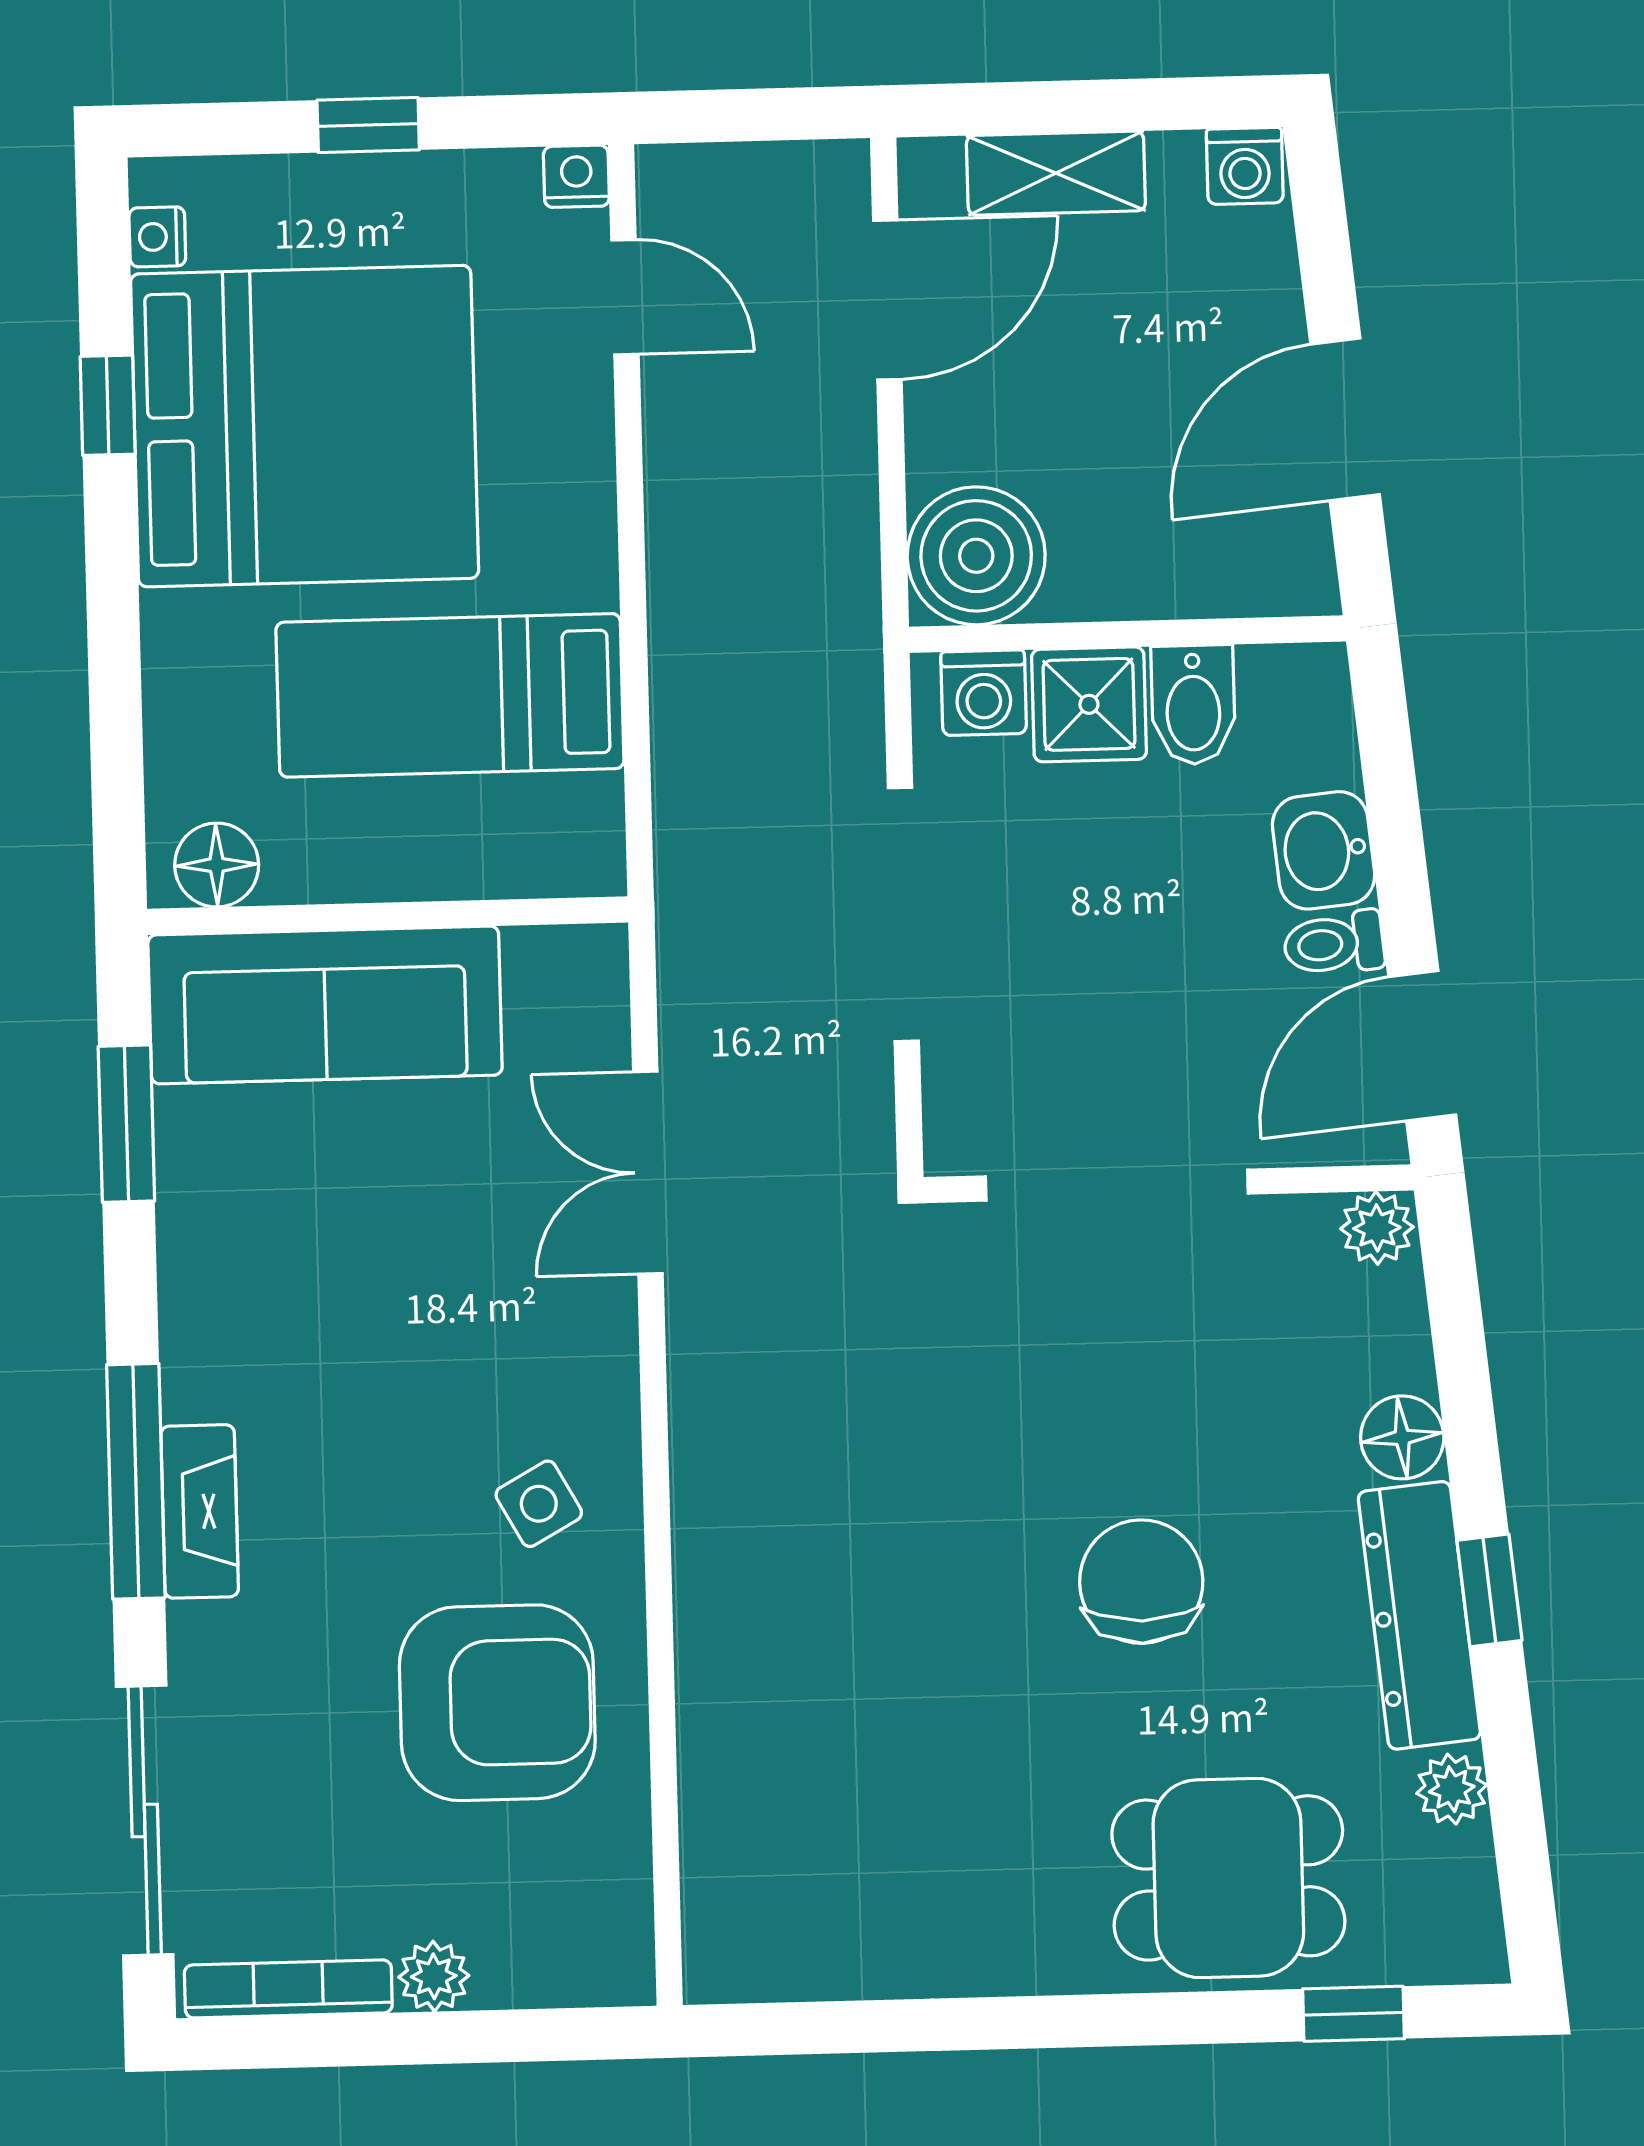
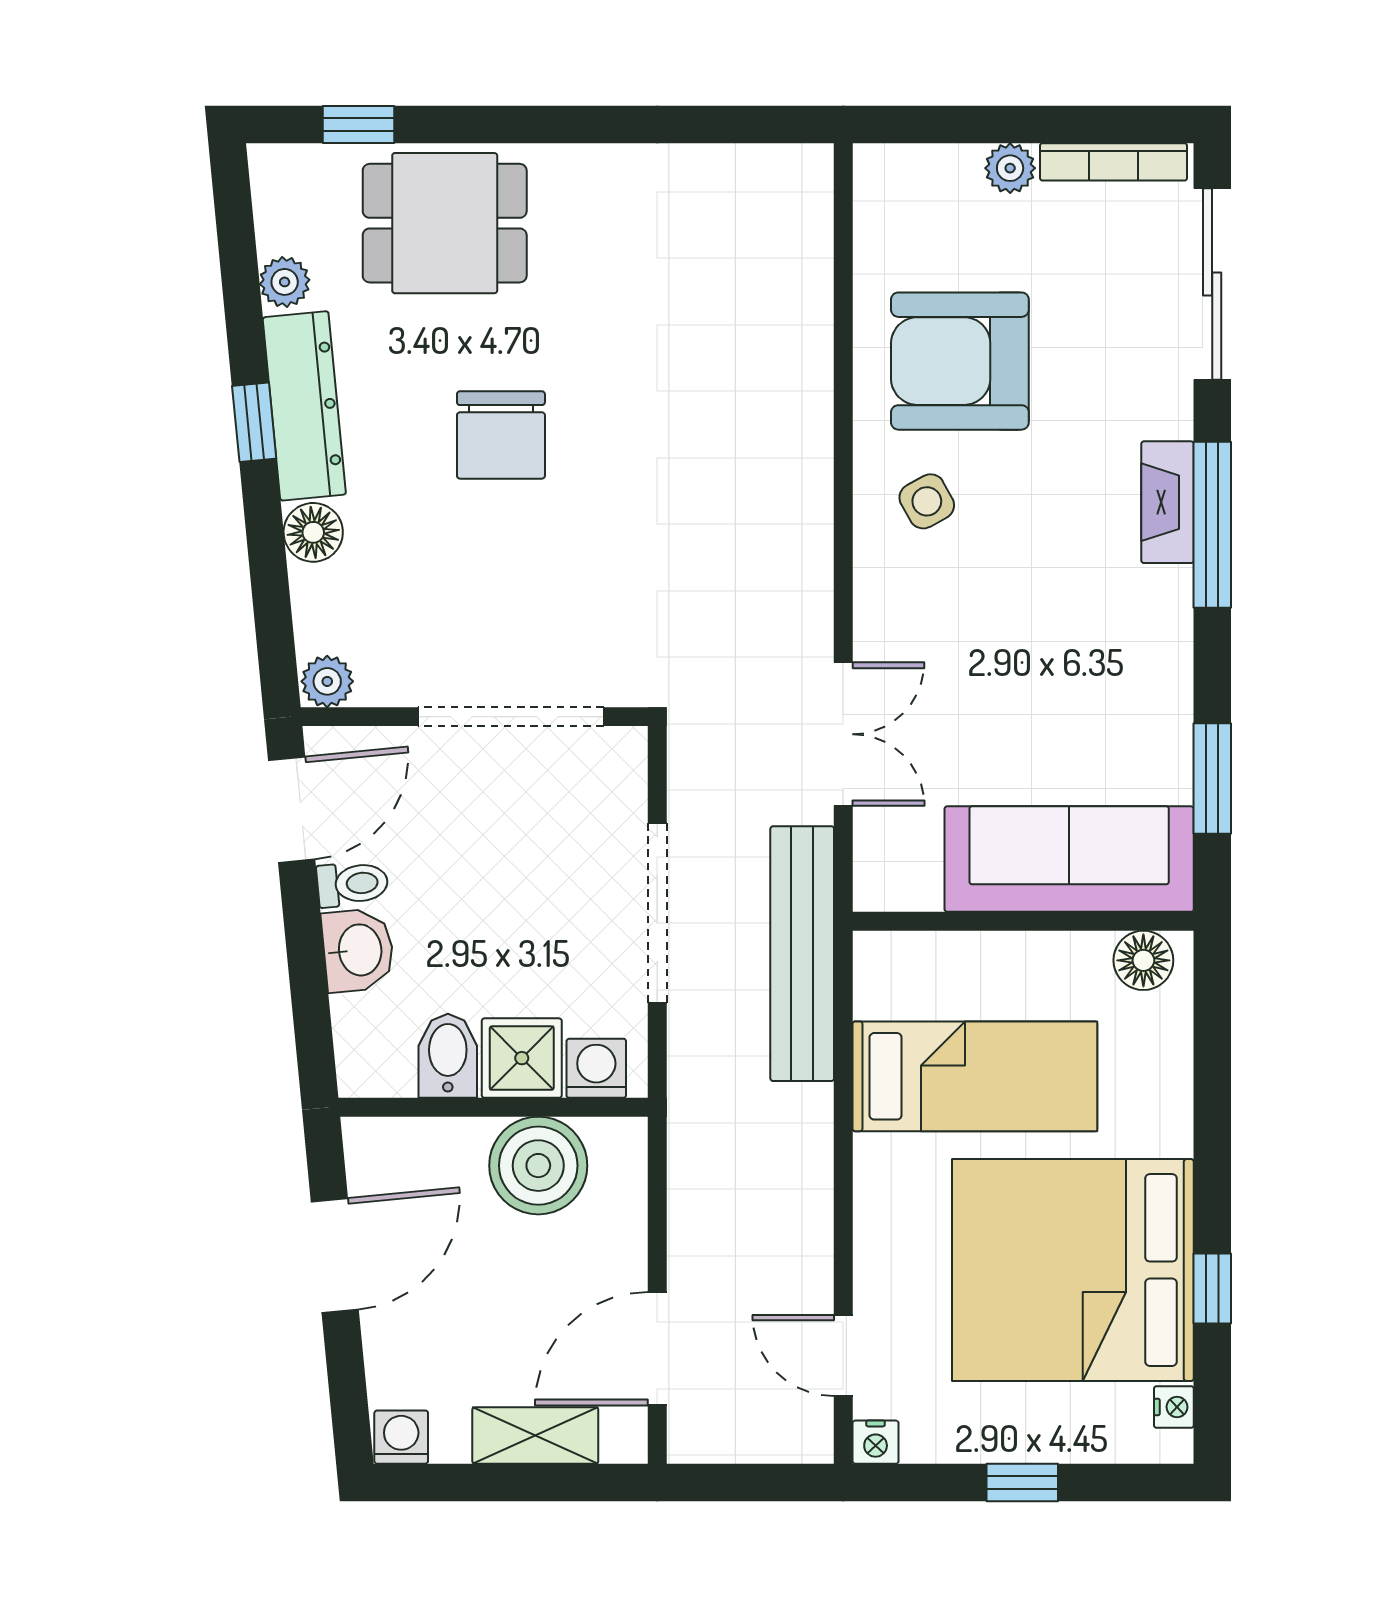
boiler: (976, 556) -> (538, 1166), moved
bench: (698, 862) -> (802, 954), added

